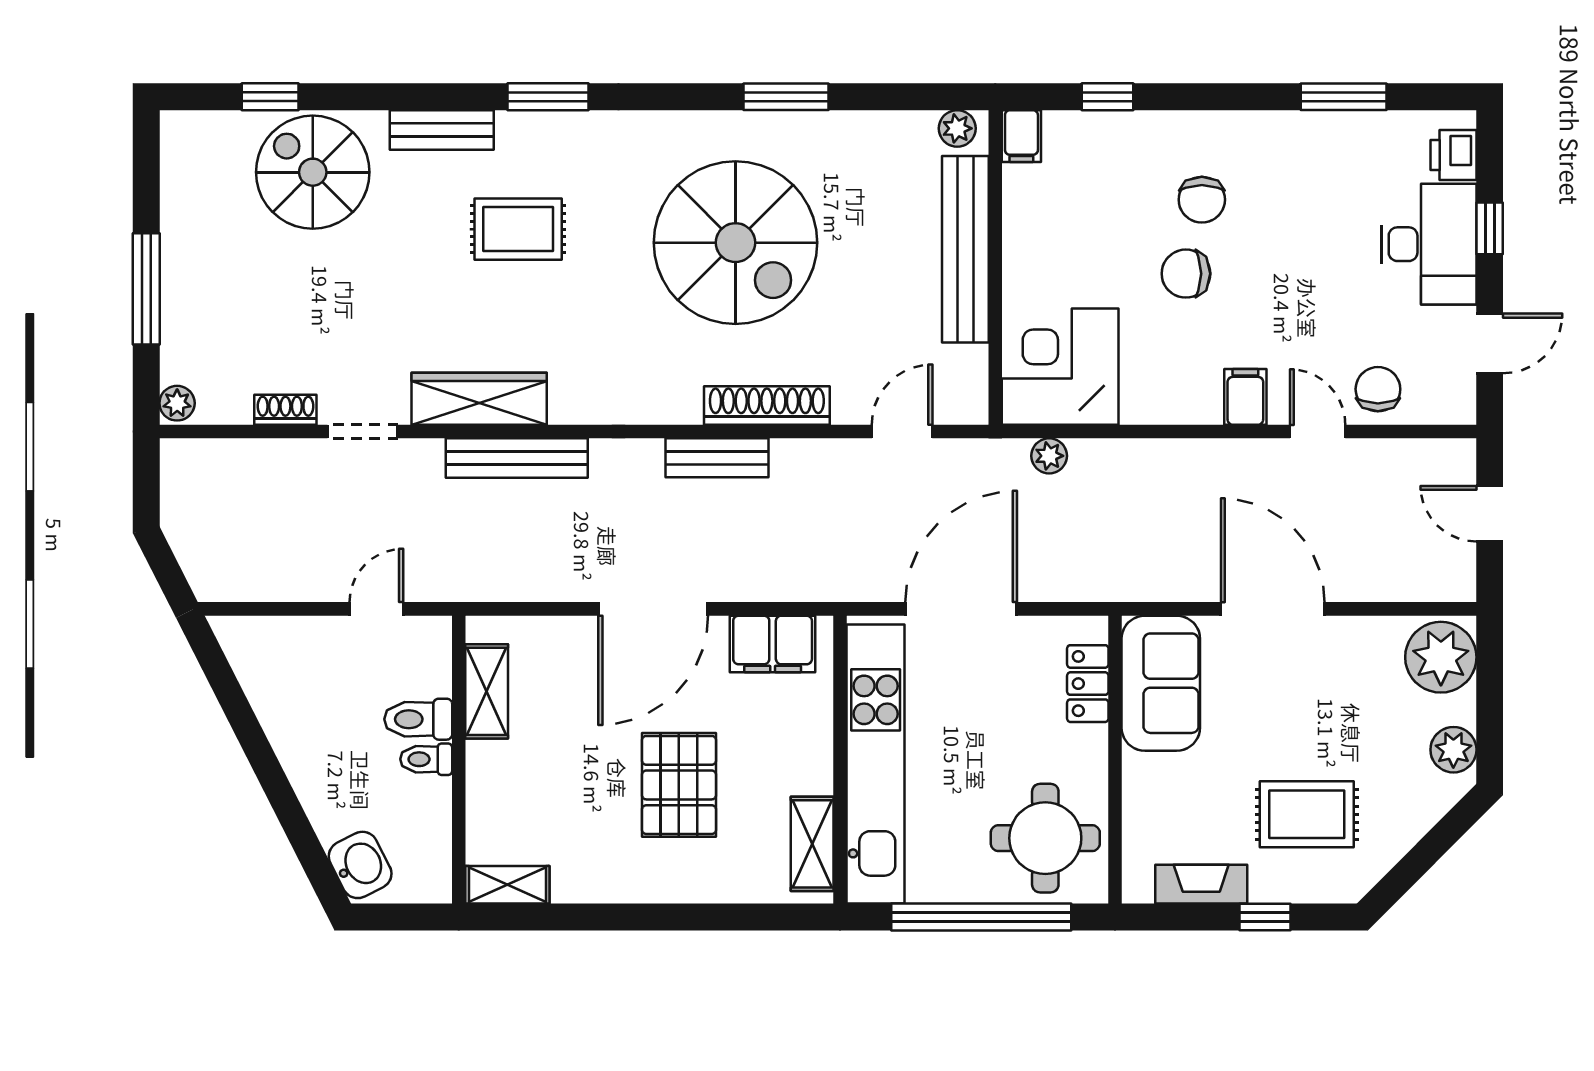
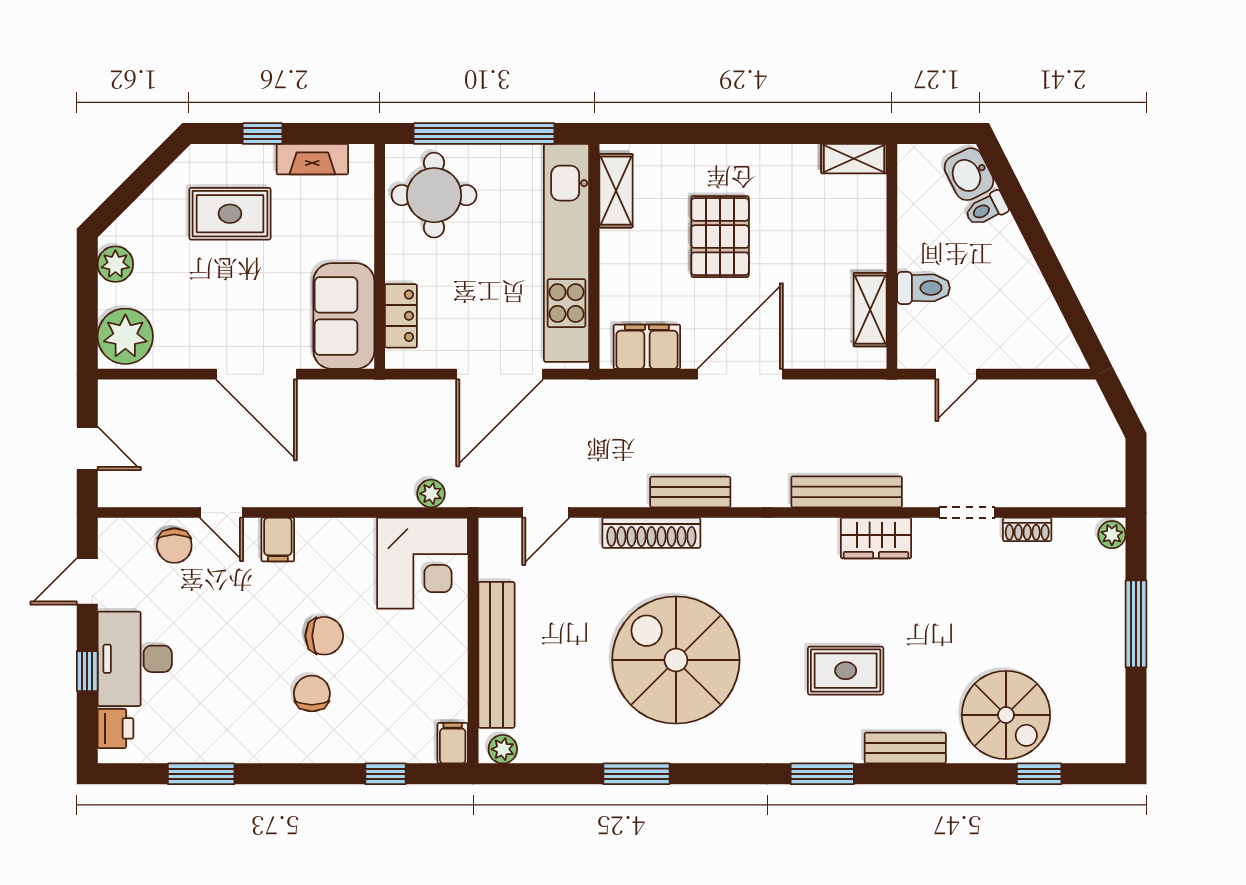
wardrobe: (479, 399) -> (876, 538), width x0.67
toilet: (426, 759) -> (986, 209), moved, turned 153

